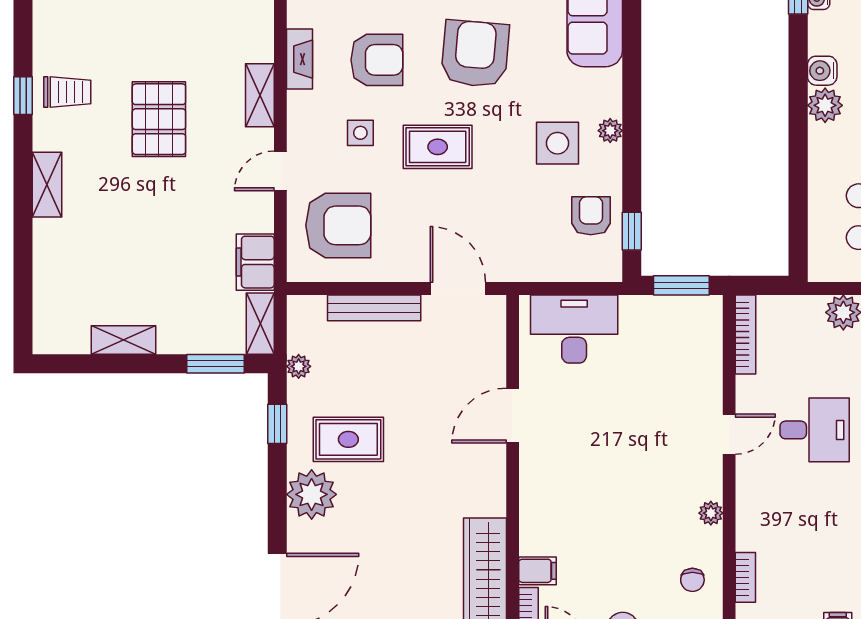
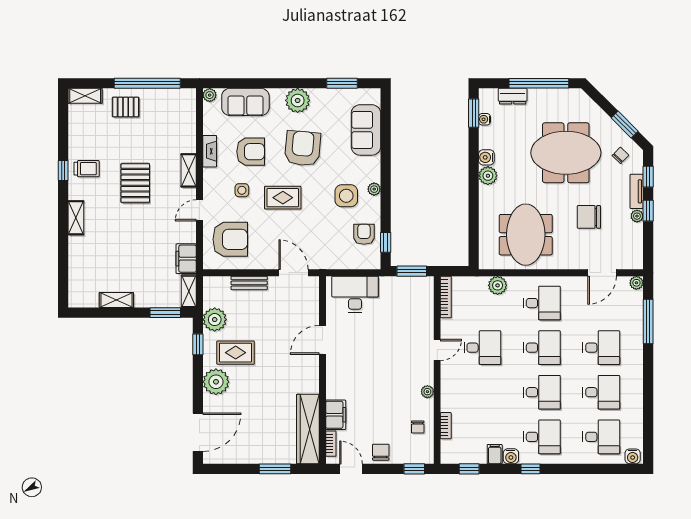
bench: (374, 308) -> (249, 283), width x0.73
plant: (299, 366) -> (215, 320), width x1.87, depth x1.87
filing cabinet: (538, 571) -> (336, 415), width x2.00

